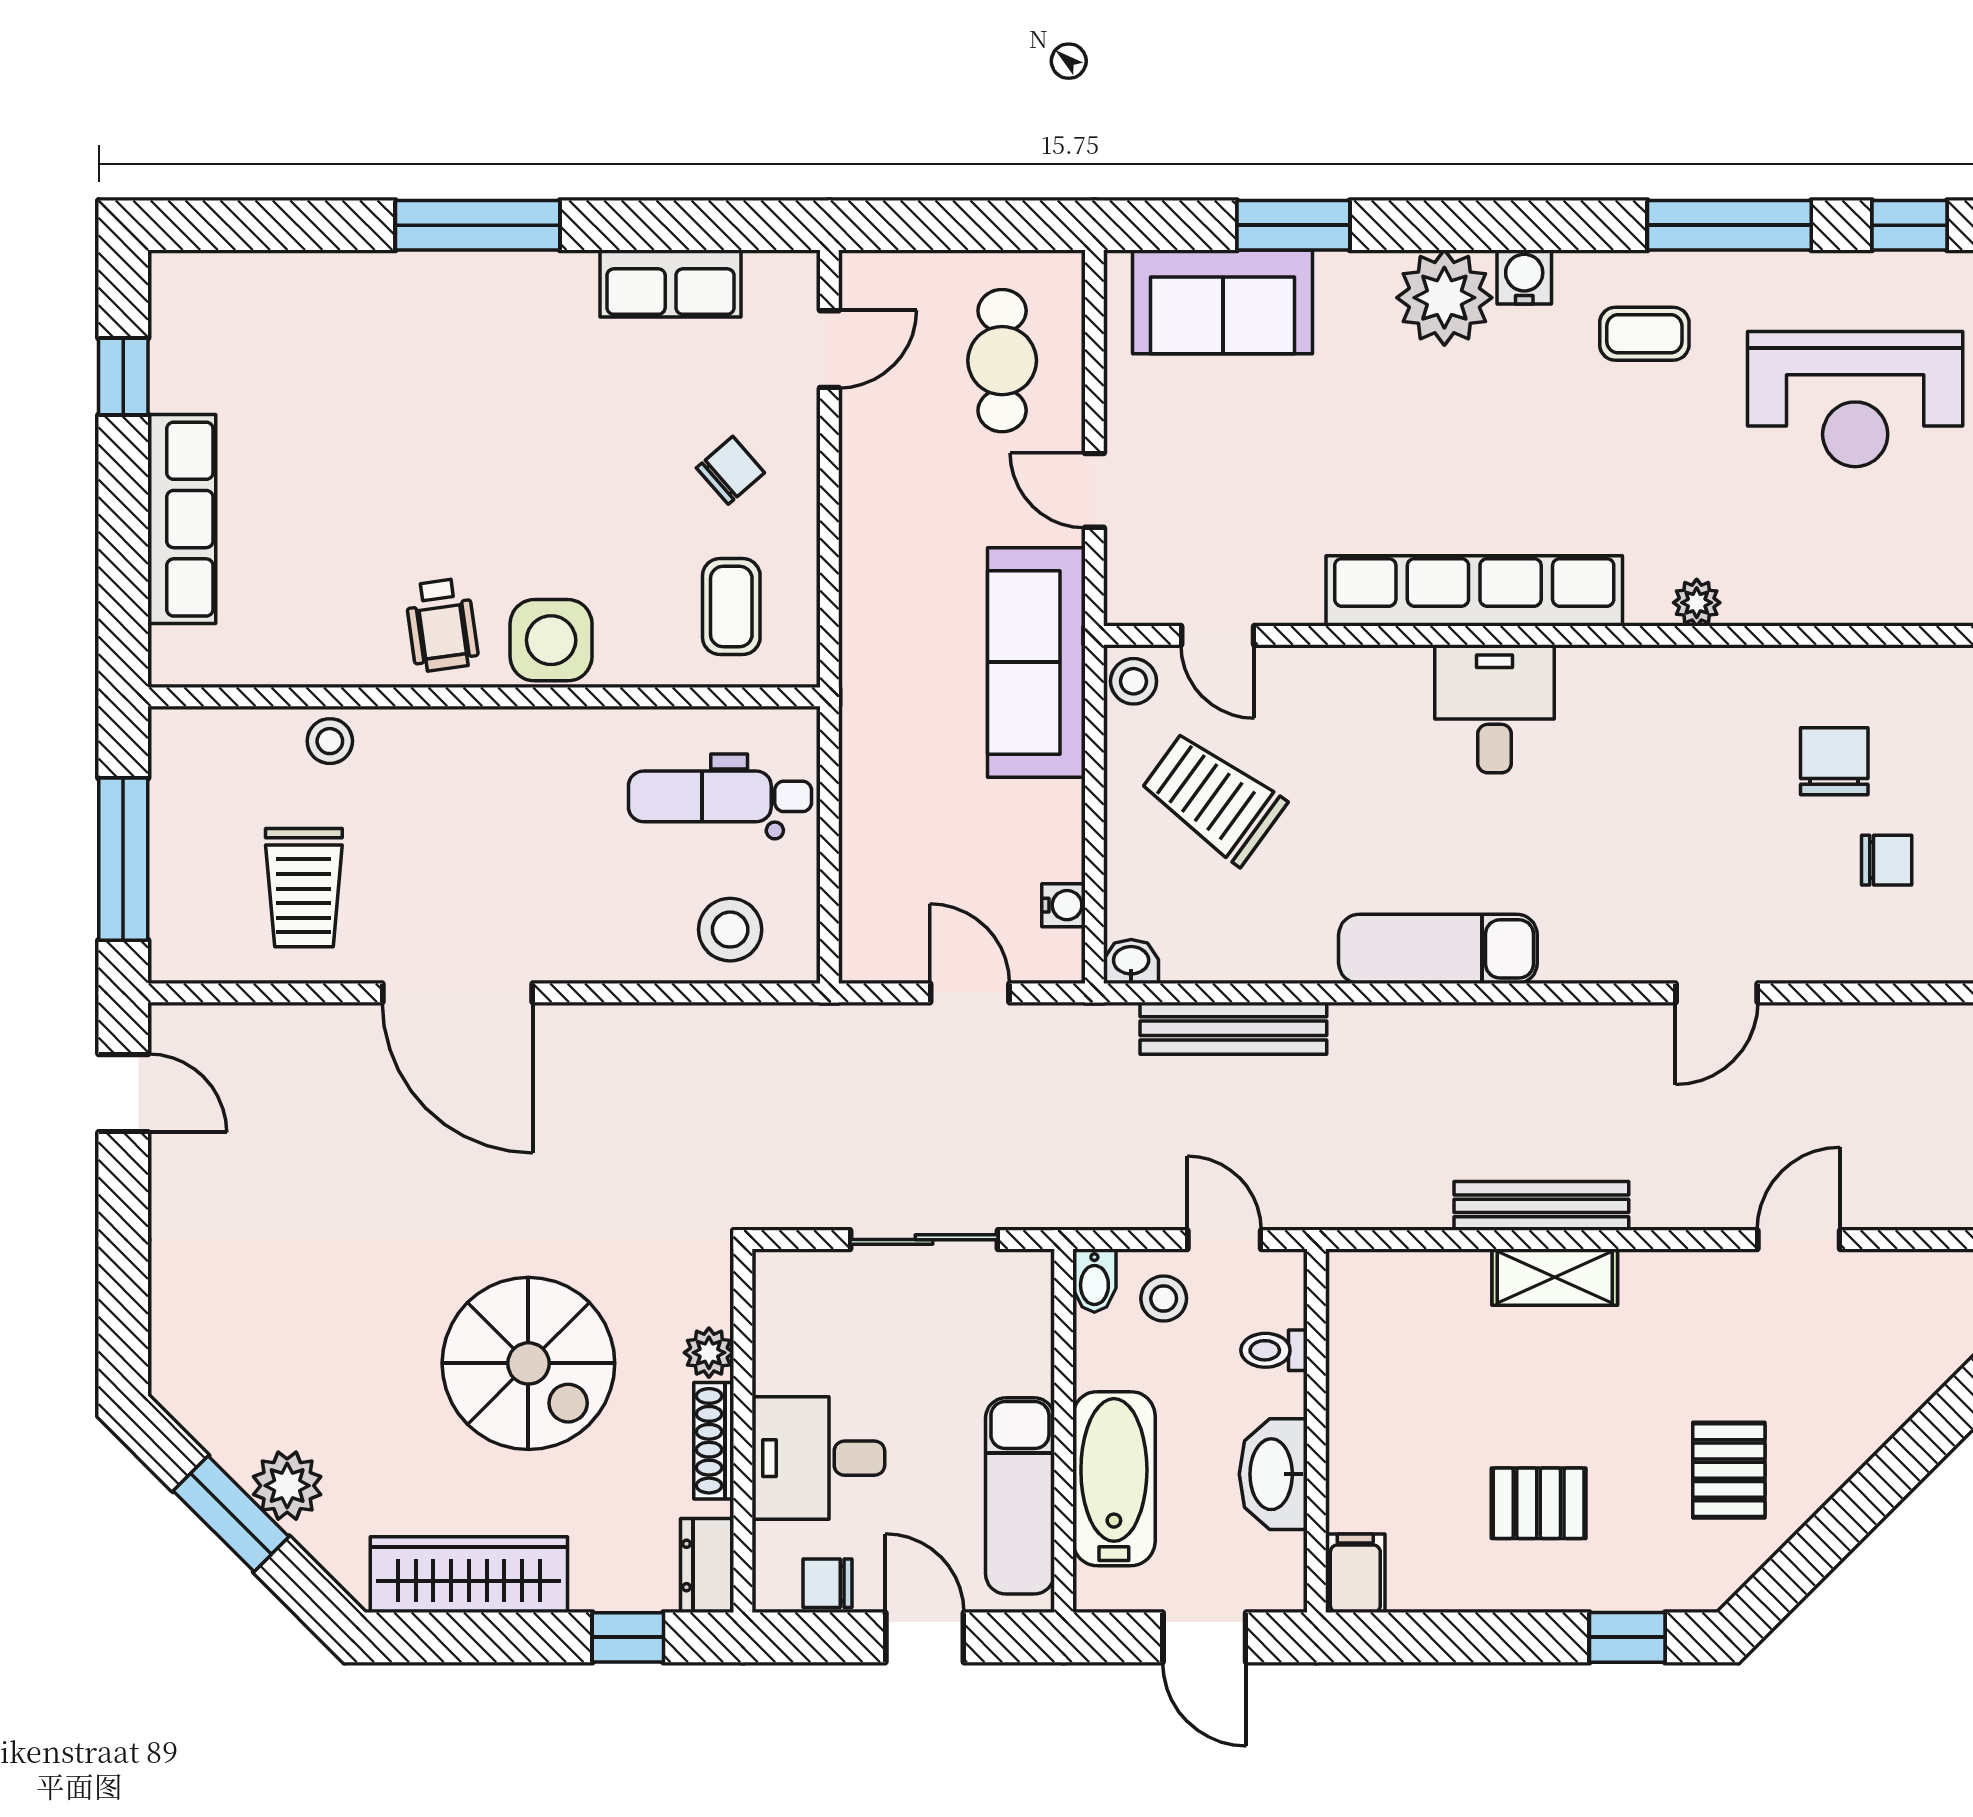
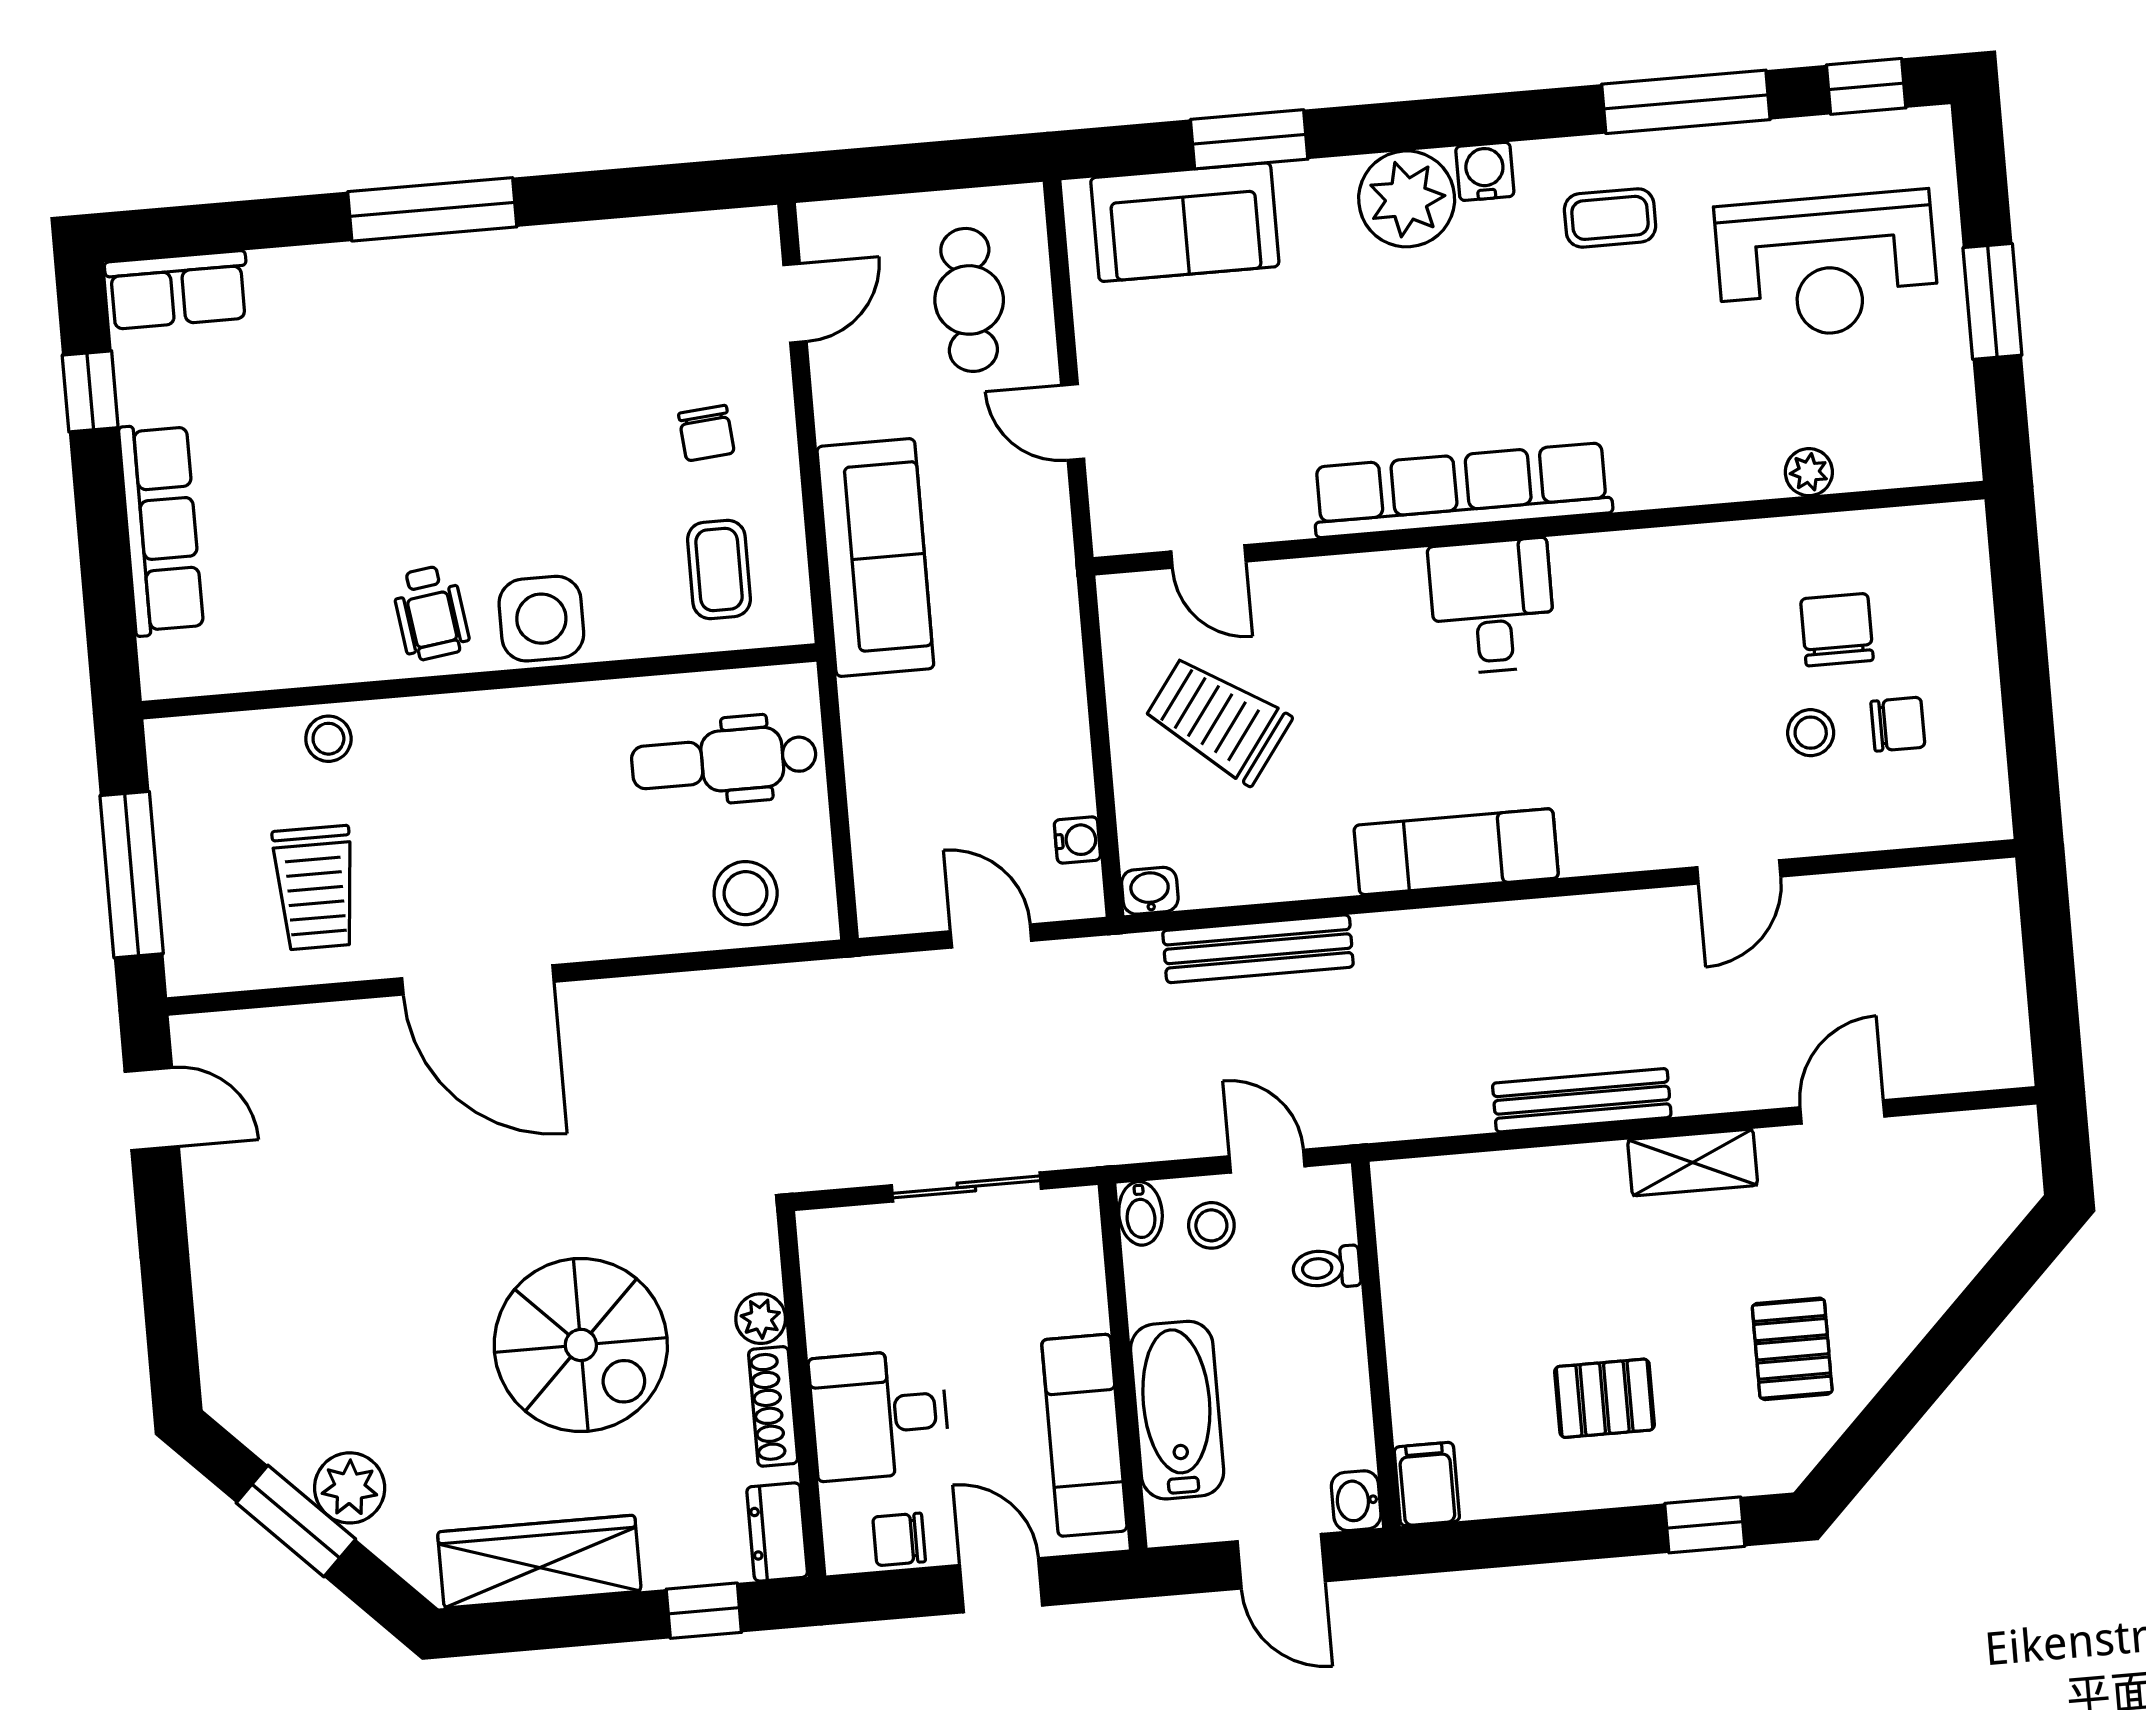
row of seats: (671, 283) -> (177, 290), moved
chair: (730, 470) -> (706, 433), turned 126
plant: (1697, 603) -> (1809, 472), moved
sofa: (1036, 662) -> (875, 558), moved, turned 180
stool: (1134, 681) -> (1811, 733), moved
shelving: (1555, 1277) -> (1693, 1162), moved
washbasin: (1273, 1474) -> (1356, 1501), moved, width x0.52, depth x0.69

